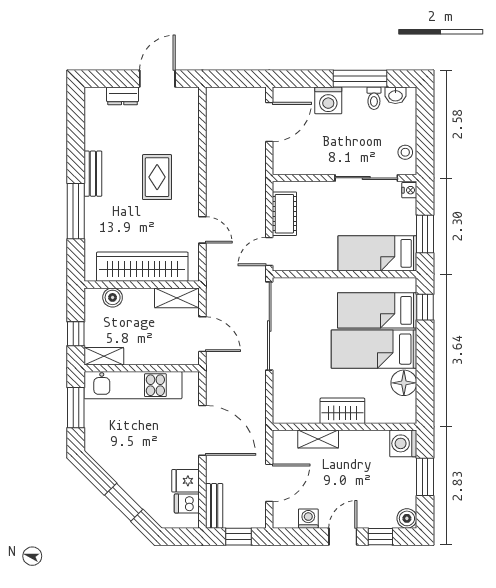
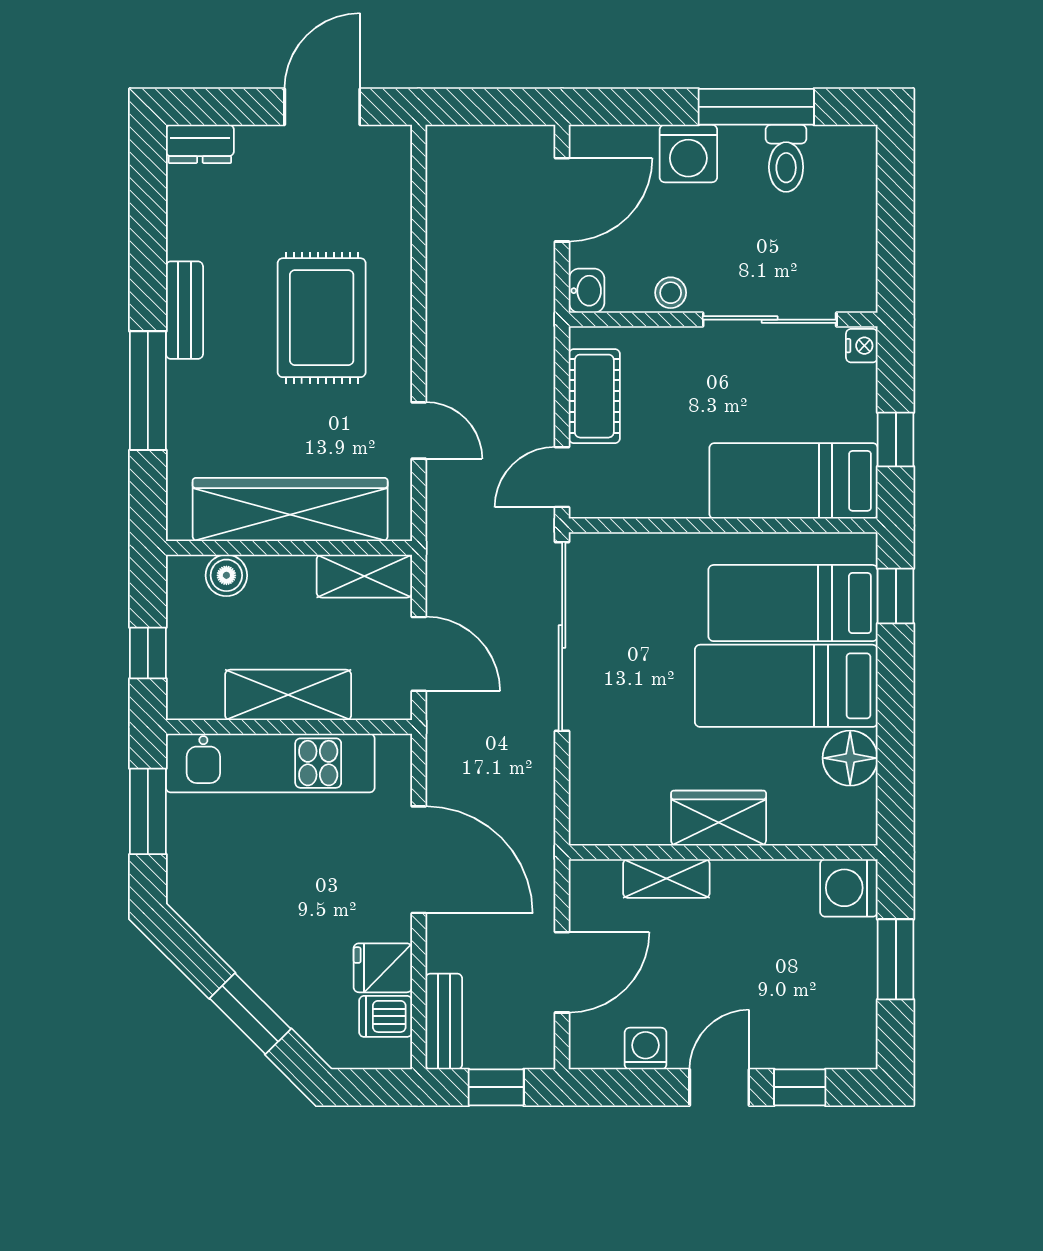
washbasin: (395, 95) -> (587, 291), moved, turned -90
dresser: (123, 96) -> (200, 144), moved
toilet: (374, 98) -> (786, 158), width x1.37, depth x1.39
stool: (405, 152) -> (671, 293), moved
rug: (157, 177) -> (322, 318), width x1.36, depth x1.43
window: (425, 234) -> (896, 440), width x0.67
shelving: (104, 356) -> (288, 695), moved, width x1.50, depth x1.33
boiler: (407, 518) -> (857, 1048), removed

